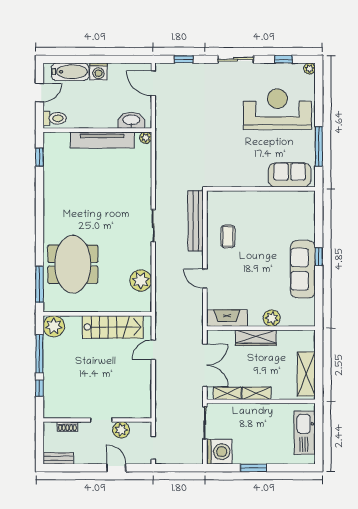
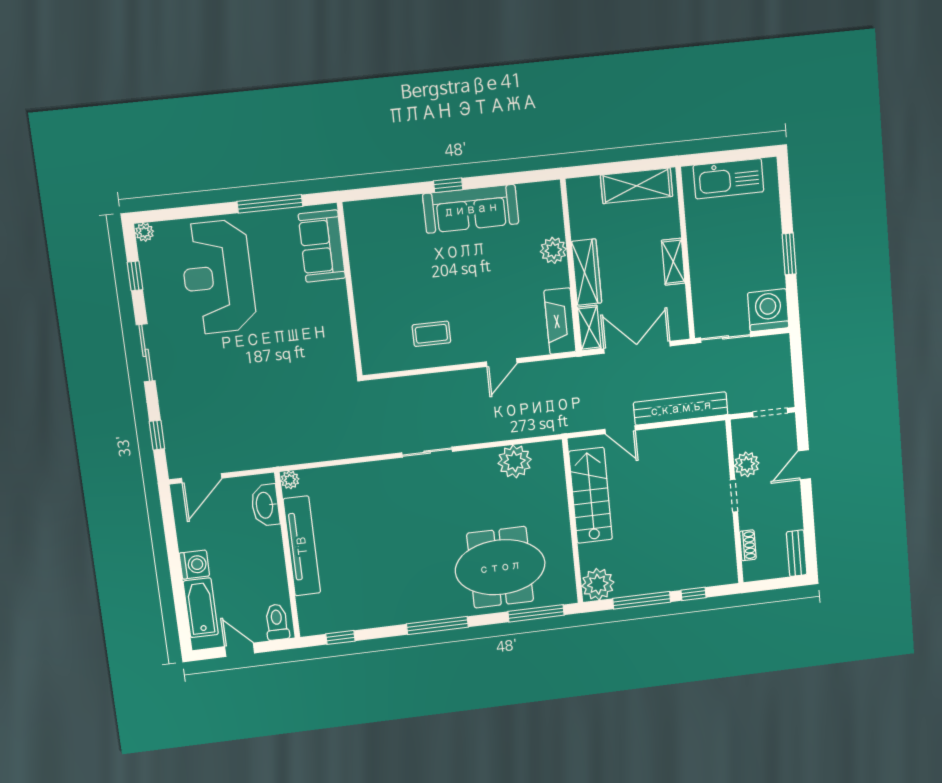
window: (39, 220) -> (437, 625), added
bench: (196, 221) -> (681, 408), moved
shelving: (227, 393) -> (589, 328), moved

